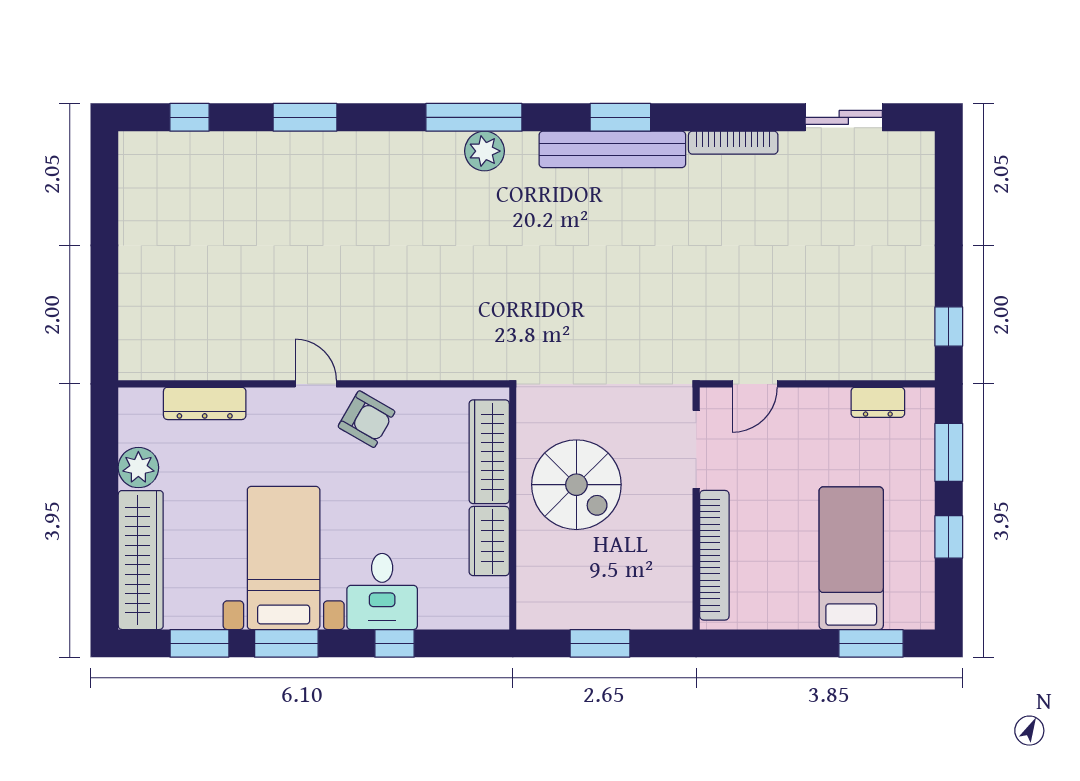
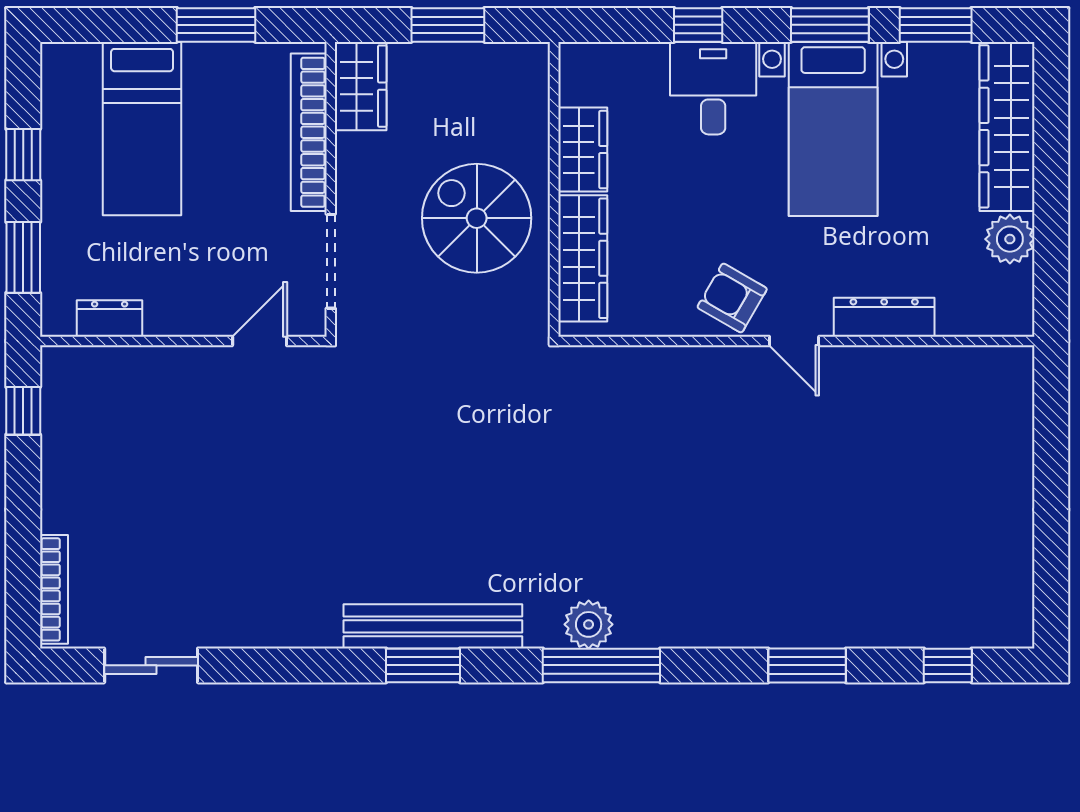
bookcase: (733, 143) -> (54, 589), moved, turned 90
dresser: (205, 403) -> (884, 317), moved
wardrobe: (672, 593) -> (361, 86), added
window: (871, 643) -> (216, 25), moved

